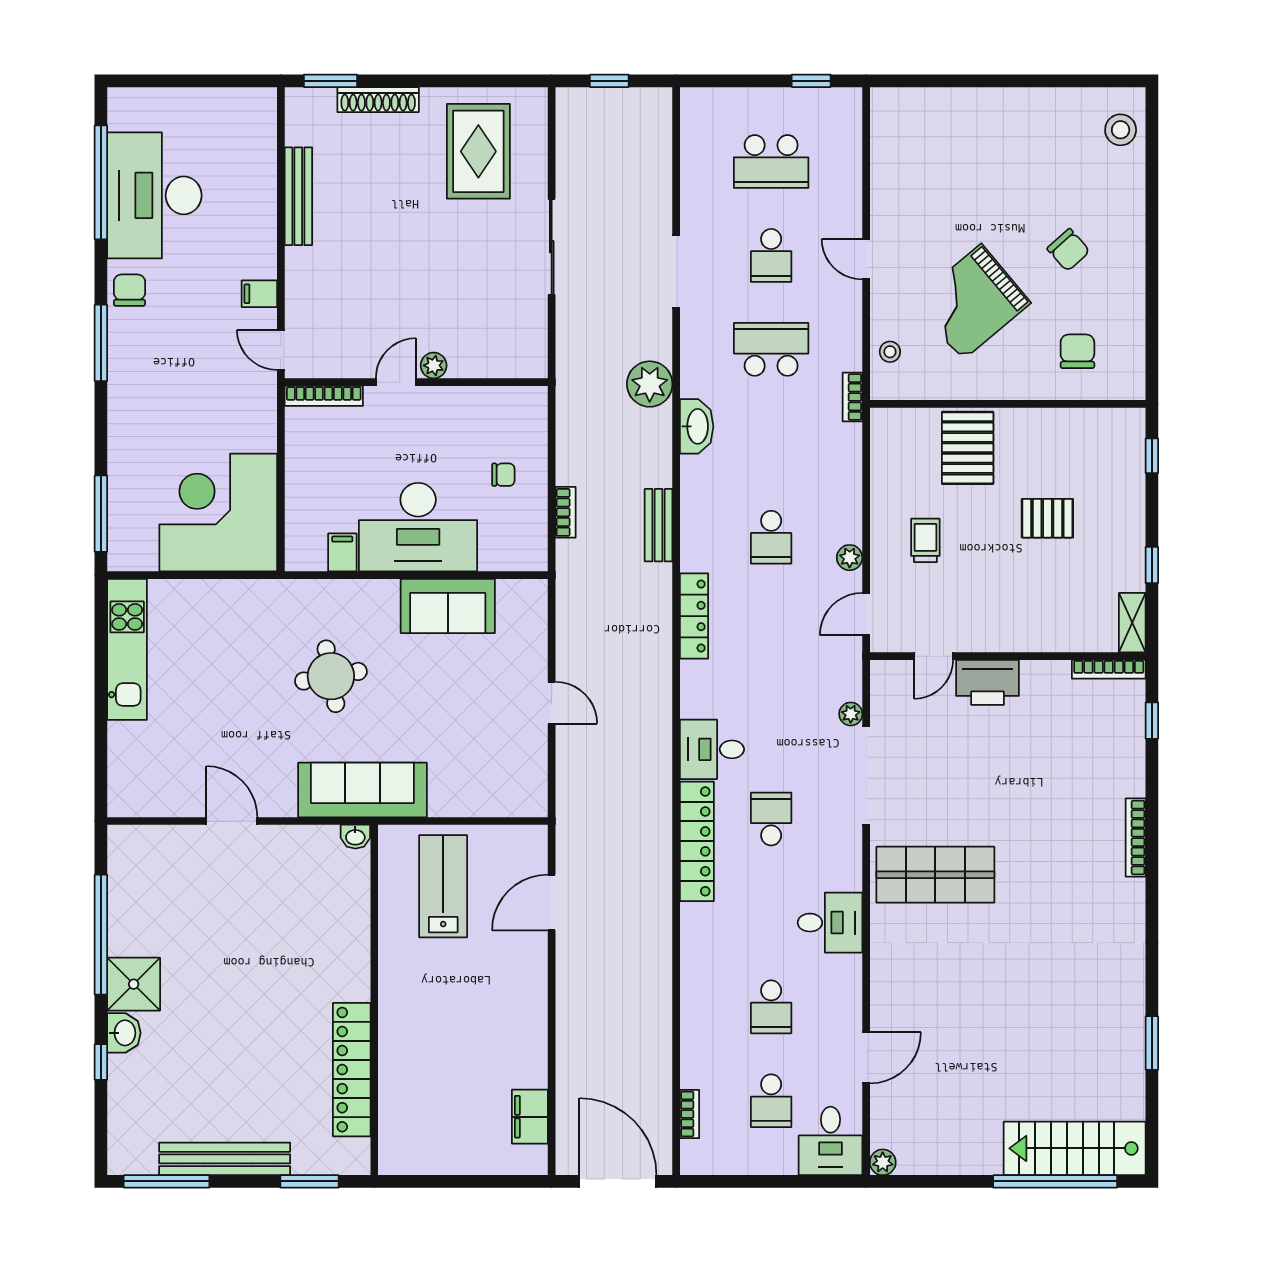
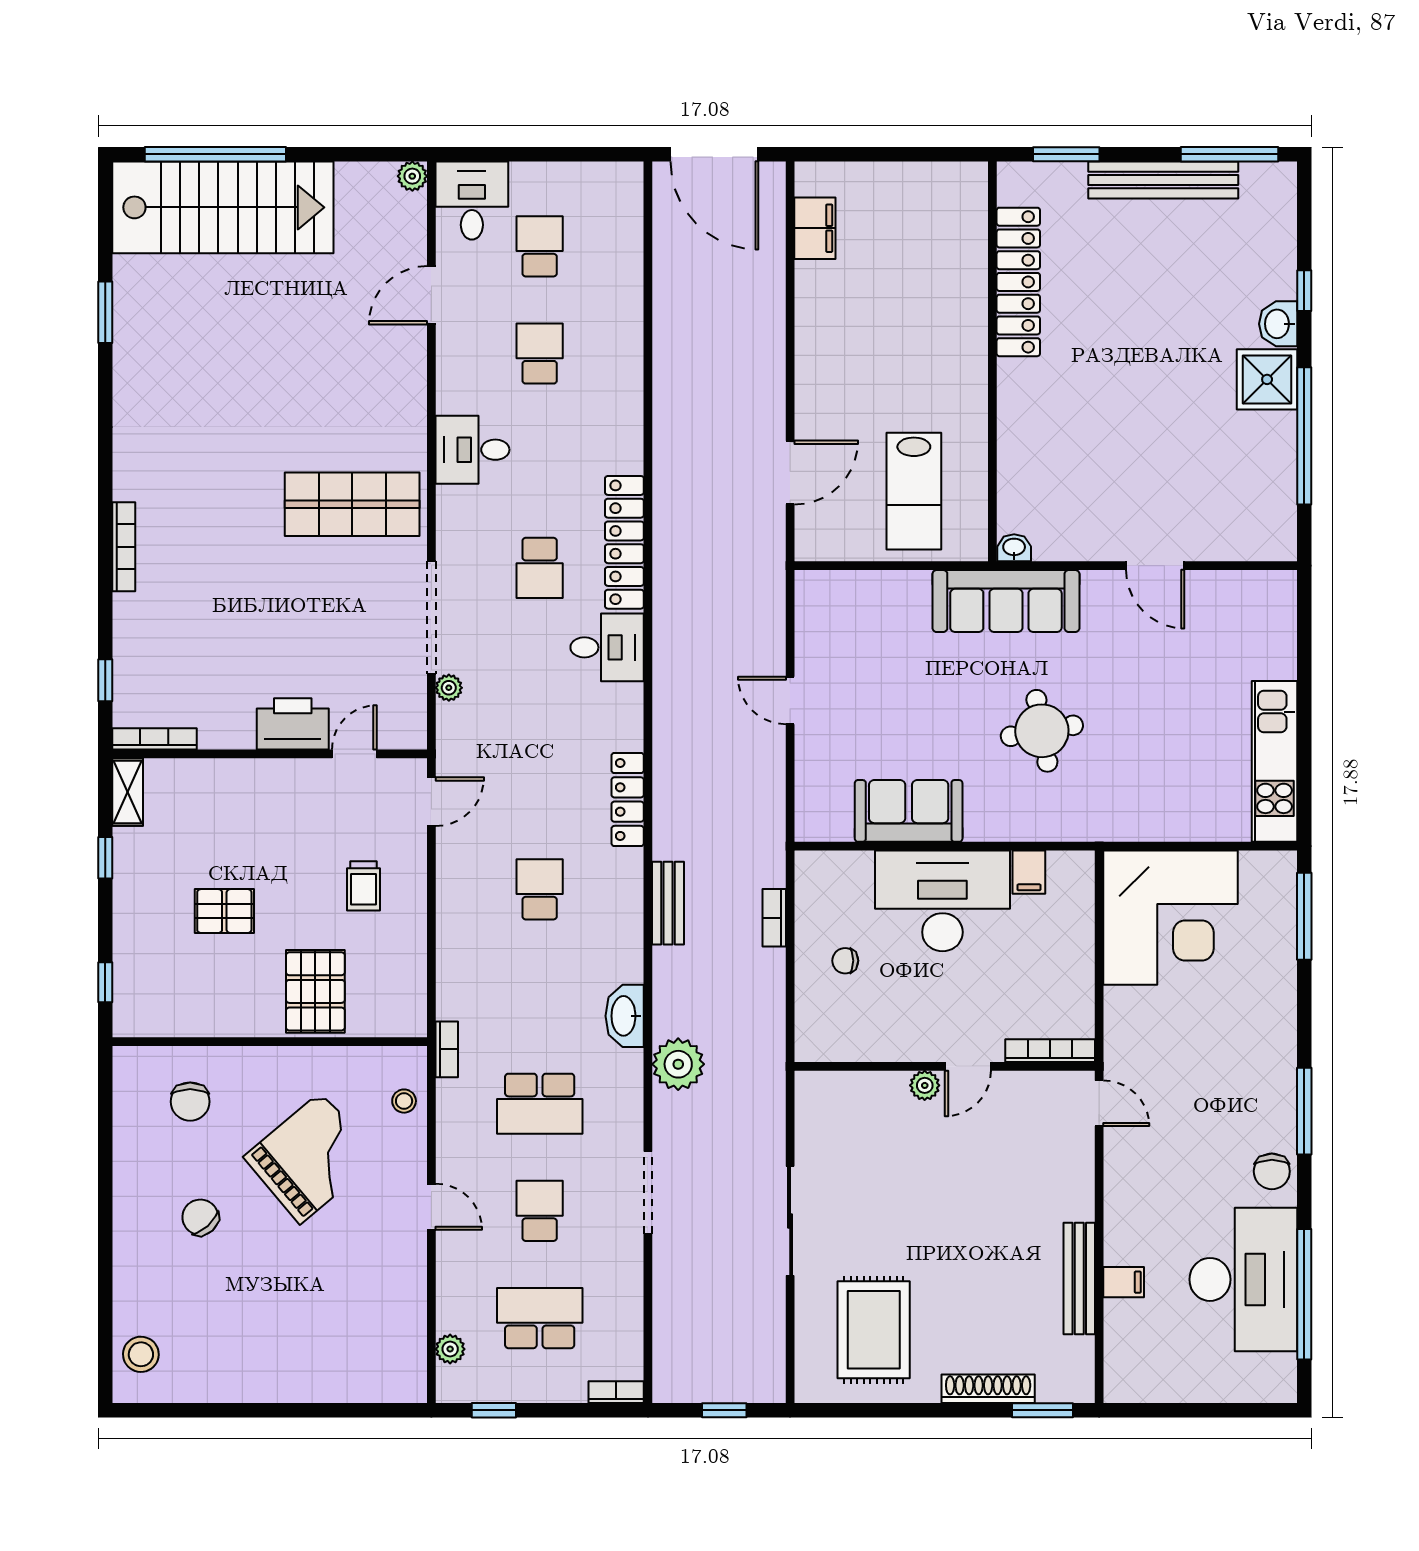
filing cabinet: (259, 294) -> (1124, 1282), moved
plant: (850, 558) -> (450, 1349), moved
bookcase: (690, 1114) -> (616, 1392), moved, turned 90
stairs: (1075, 1148) -> (223, 207), width x1.36, depth x1.51

